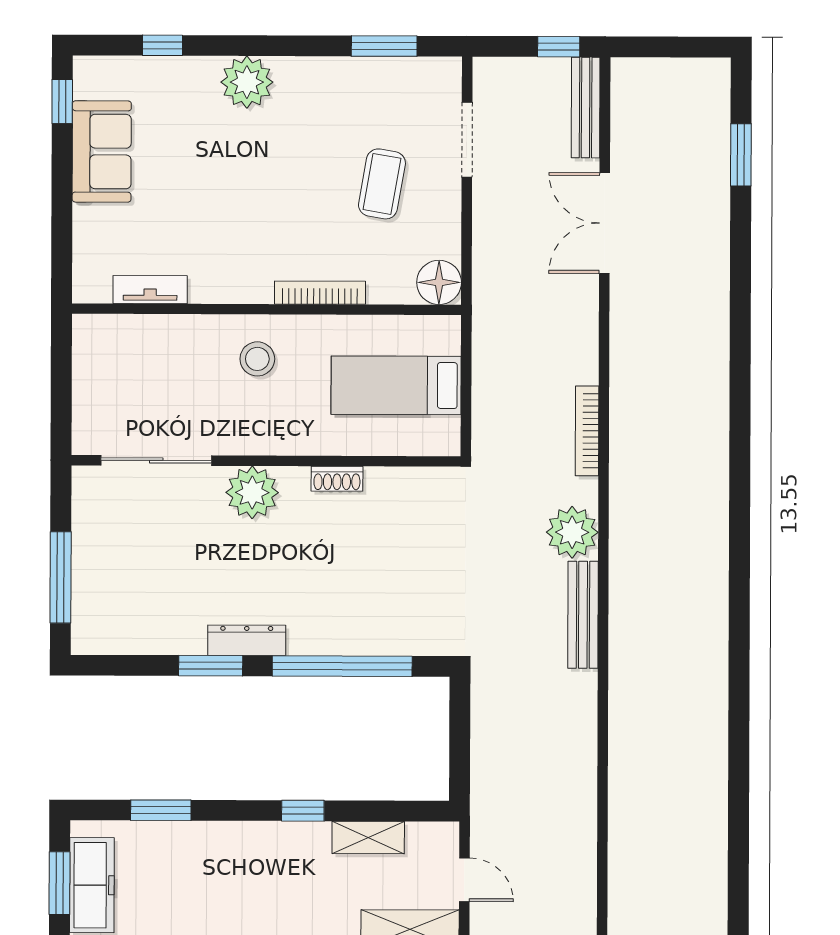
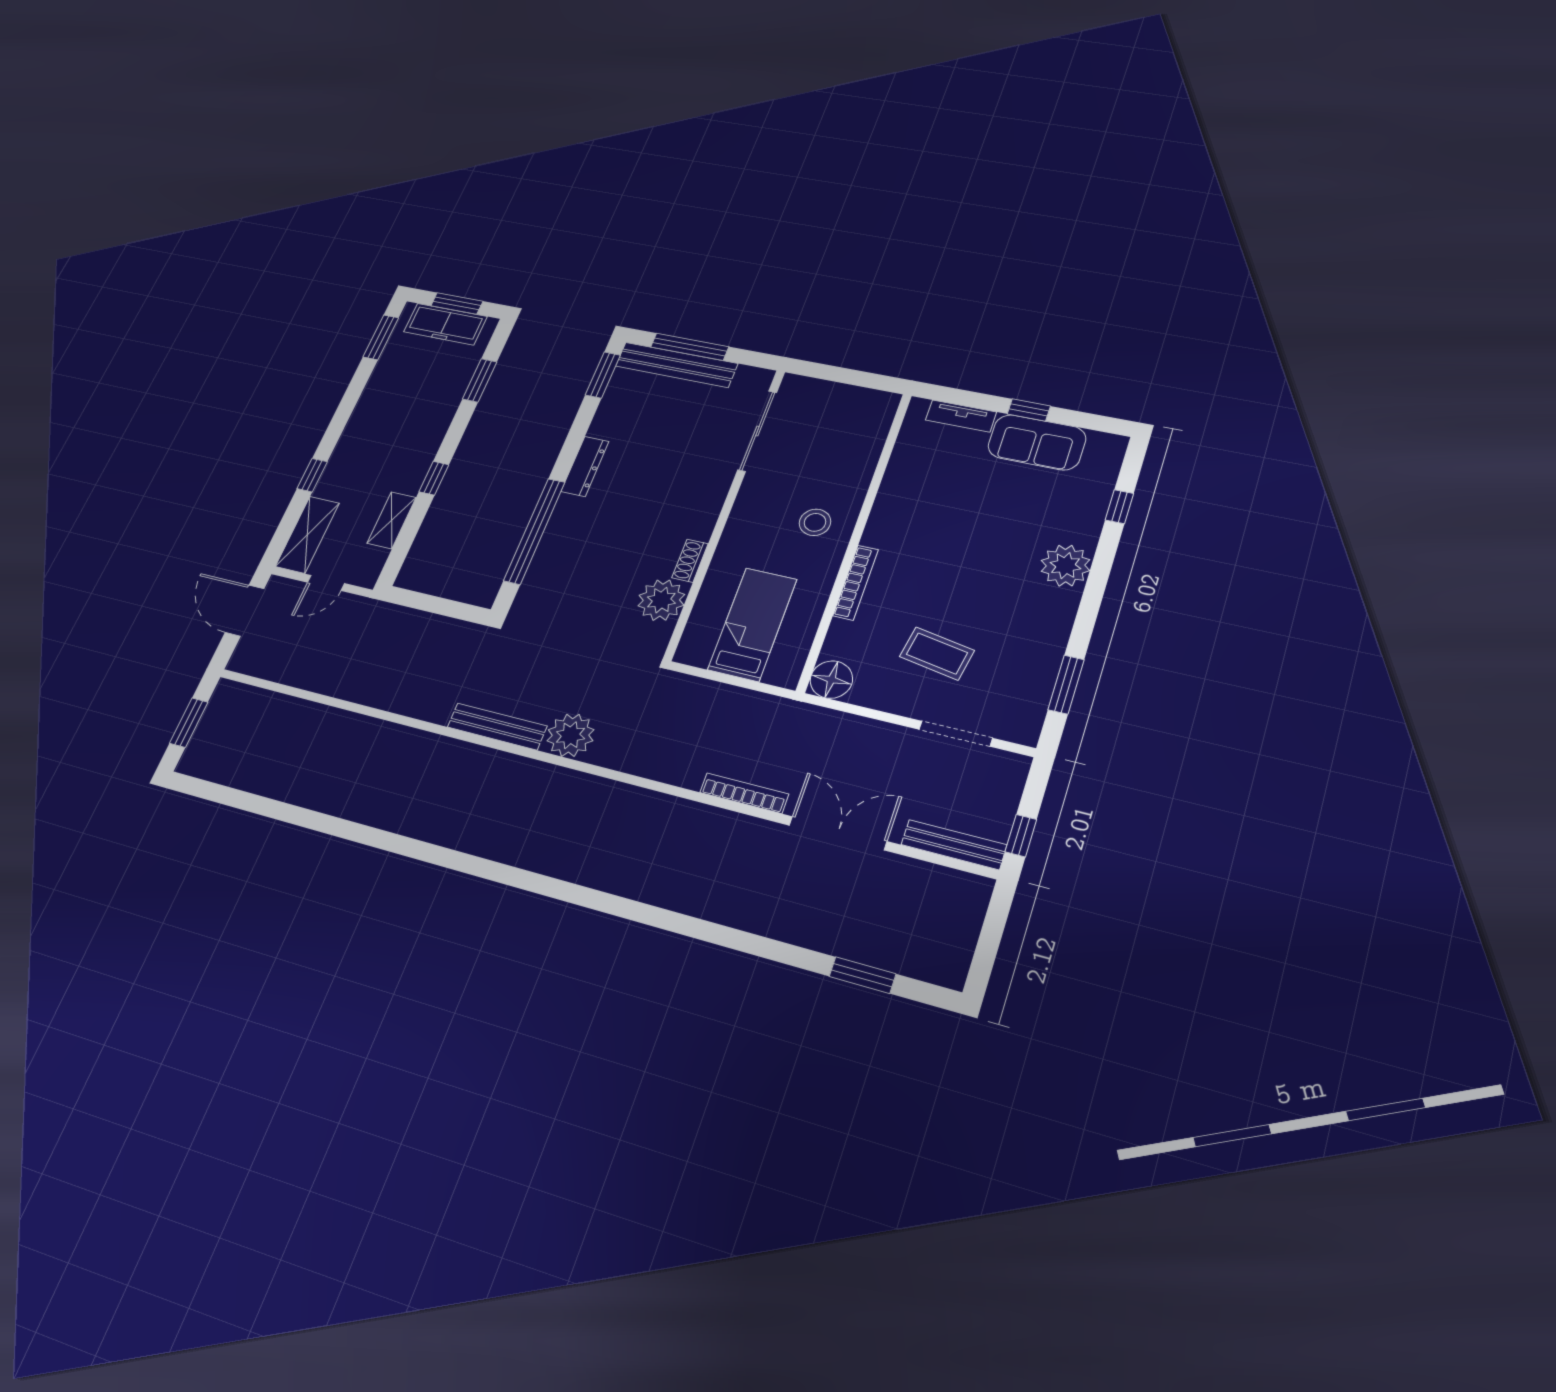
window: (62, 101) -> (1029, 410), moved
tv unit: (150, 290) -> (961, 416), moved, turned 90
bookcase: (587, 431) -> (744, 793), moved
plant: (252, 492) -> (661, 600), moved
bench: (89, 584) -> (676, 365), added
window: (211, 666) -> (603, 375), moved

